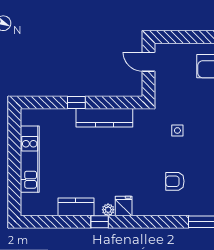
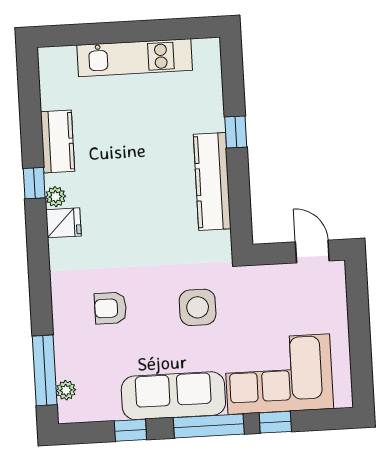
door: (148, 62) -> (312, 251), hinge flipped
side table: (177, 130) -> (198, 307), width x1.87, depth x1.87
armchair: (175, 181) -> (110, 308), turned -90

